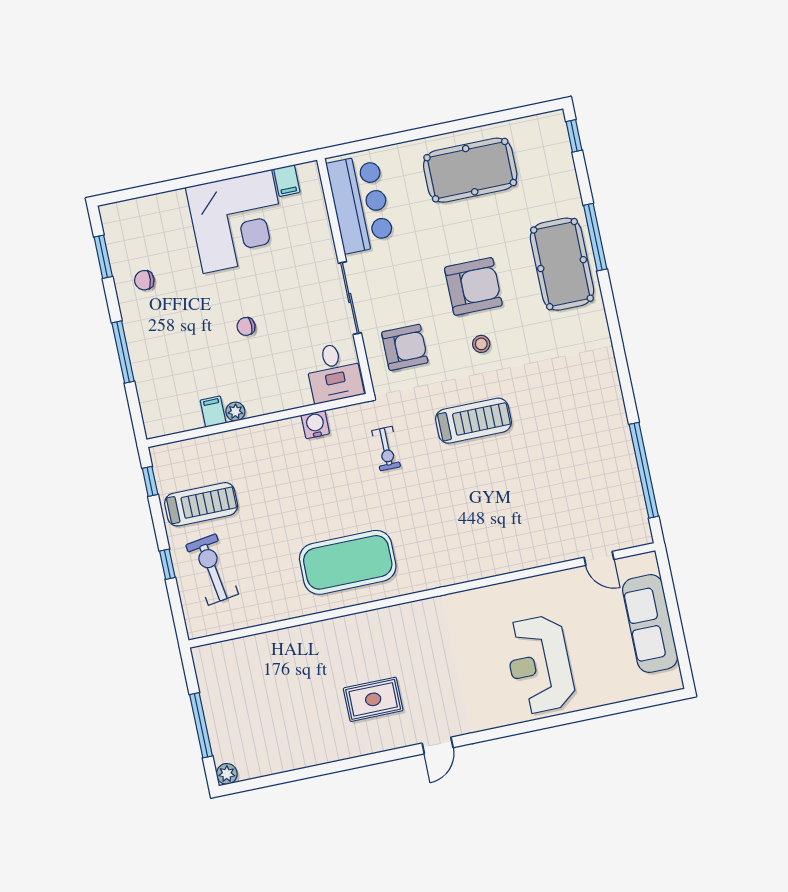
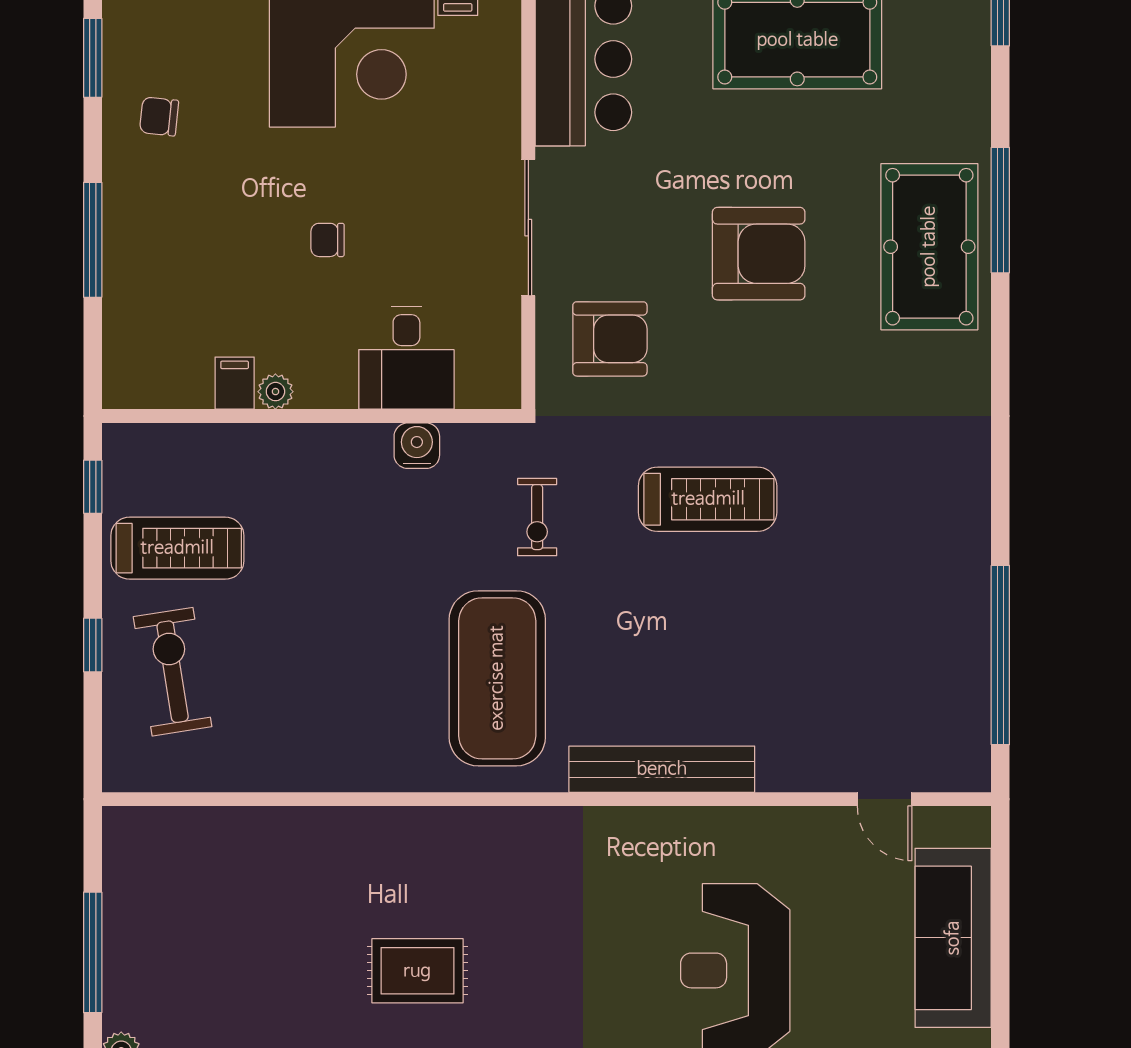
stool: (481, 344) -> (751, 362), removed
desk: (334, 372) -> (406, 358), moved
exercise mat: (348, 562) -> (497, 678), moved, turned 90
bench: (479, 567) -> (662, 769), added

